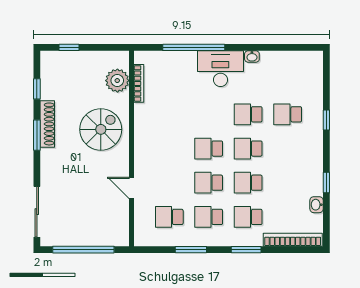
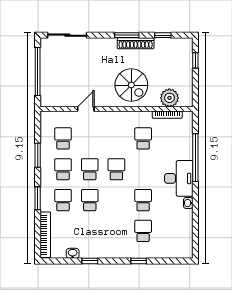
school desk: (248, 149) -> (143, 138), moved

